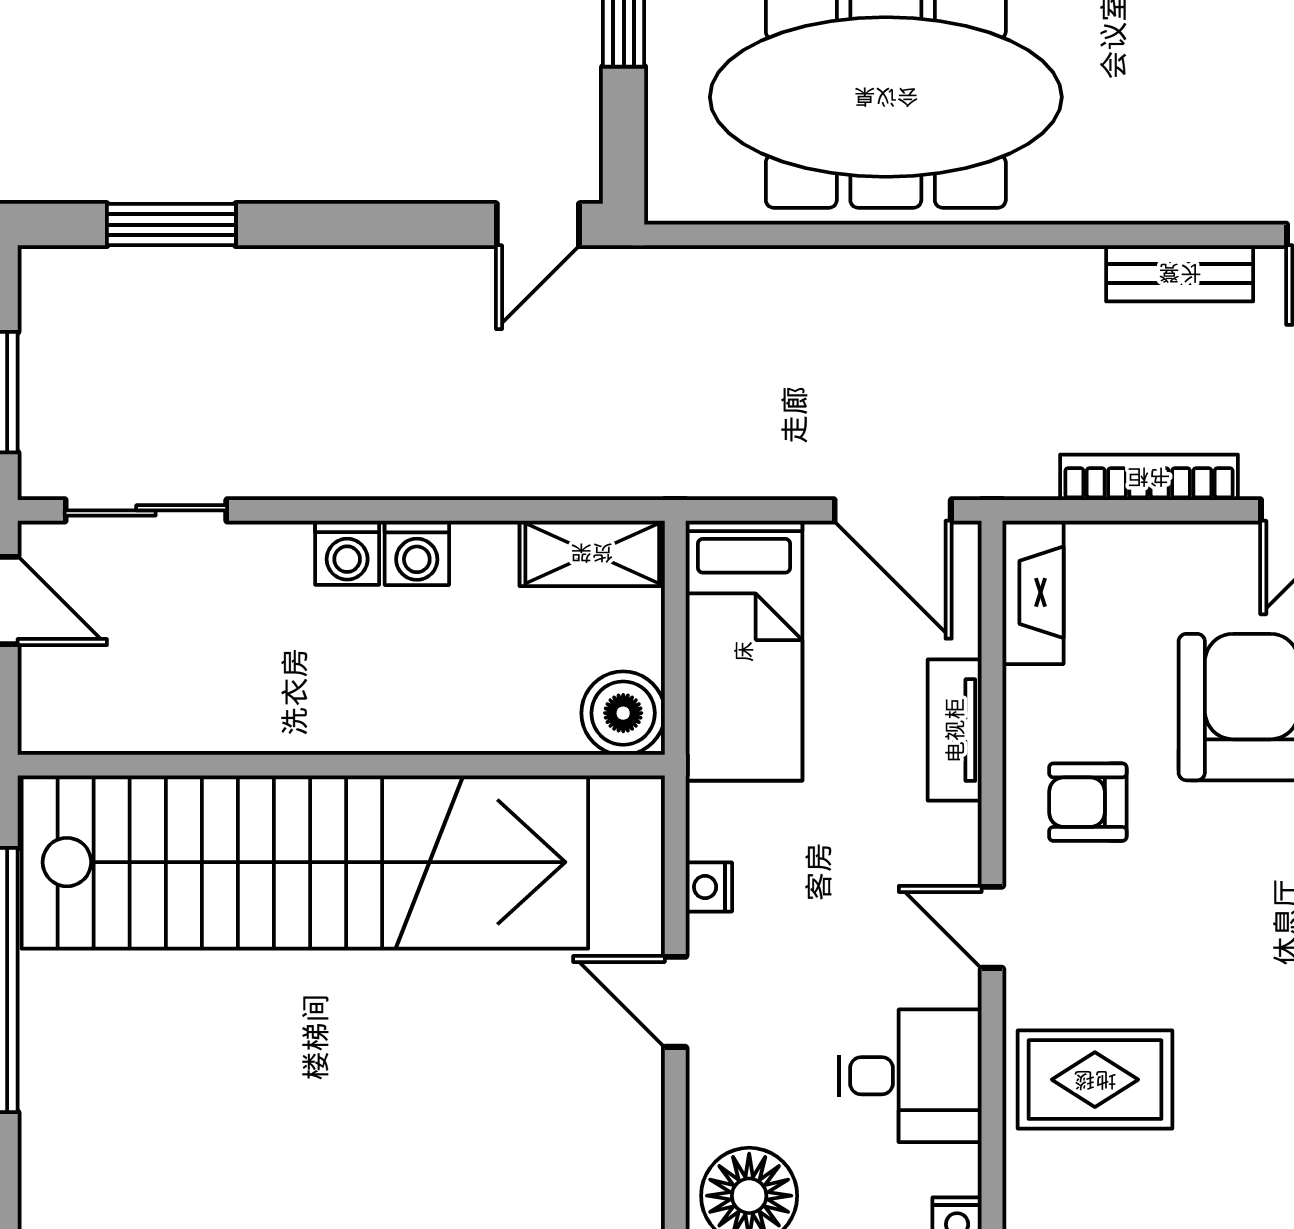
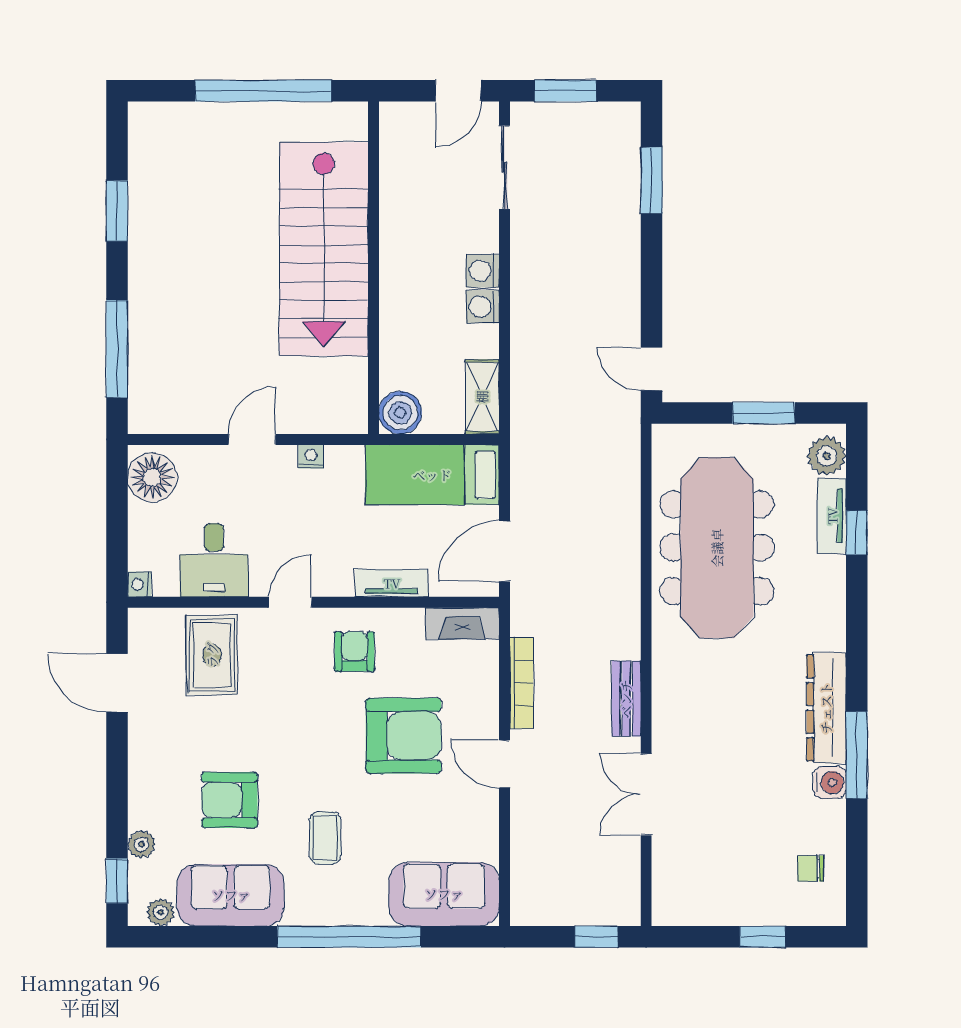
stairs: (305, 862) -> (324, 249), width x0.73

